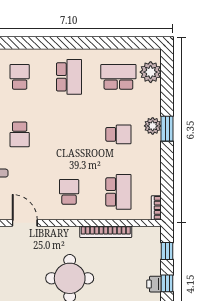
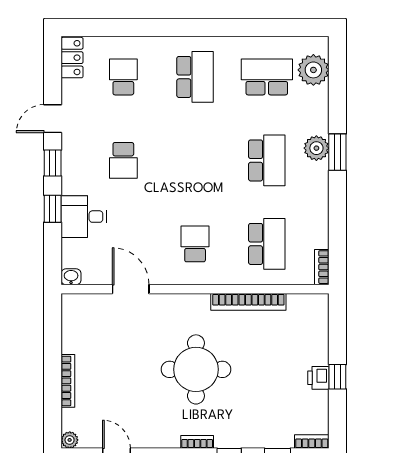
school desk: (118, 134) -> (267, 160), width x1.85
window: (167, 251) -> (337, 330), removed

